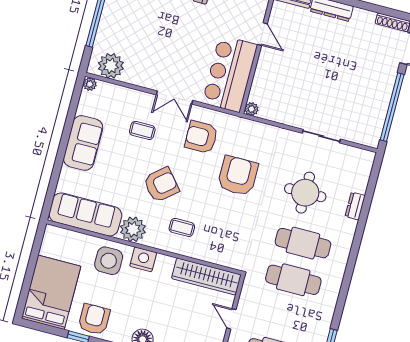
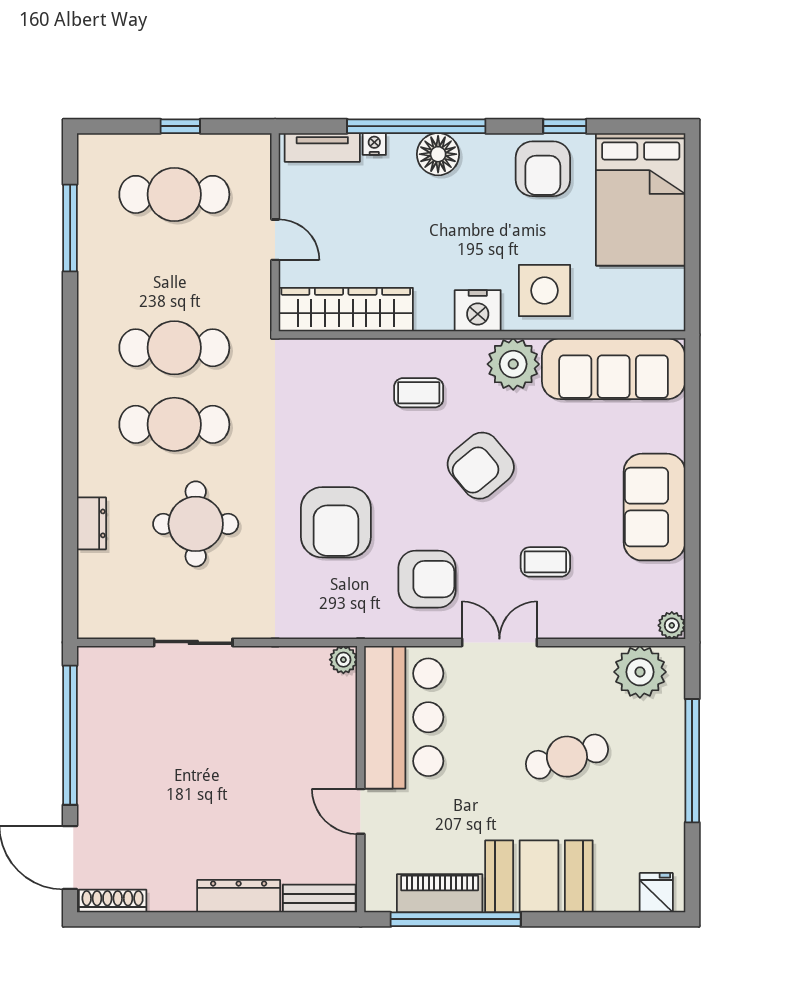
cafe table: (156, 34) -> (567, 757), added

